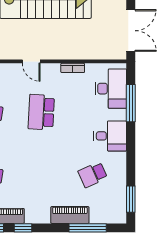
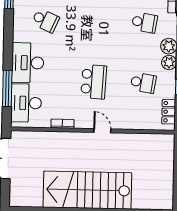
desk: (110, 136) -> (28, 63), width x1.37
school desk: (93, 175) -> (45, 20), turned 48

